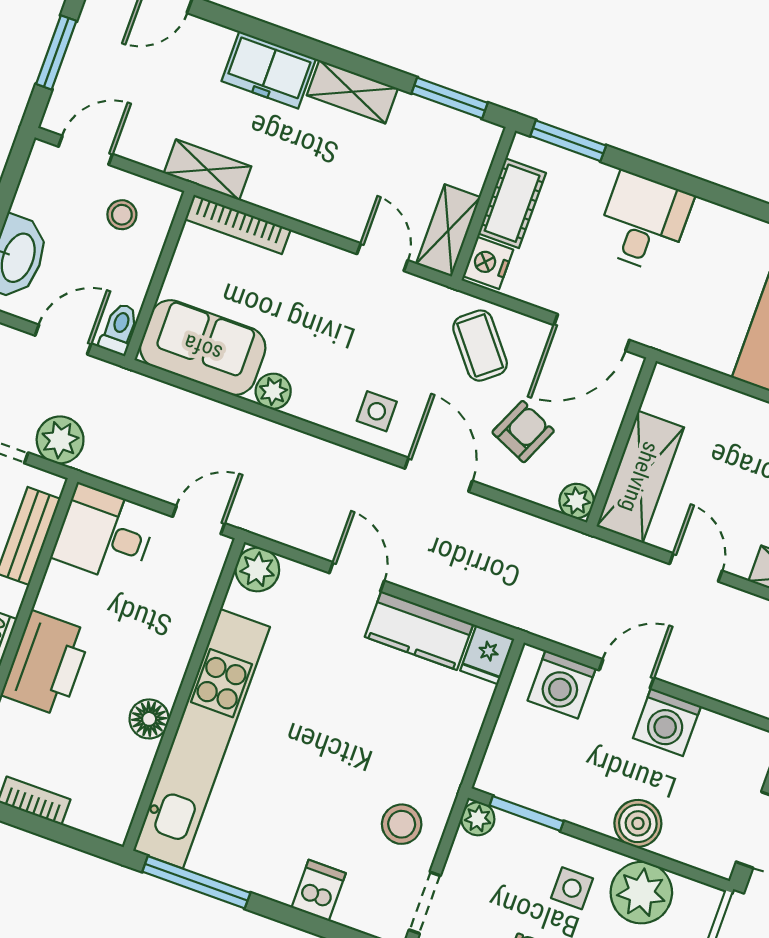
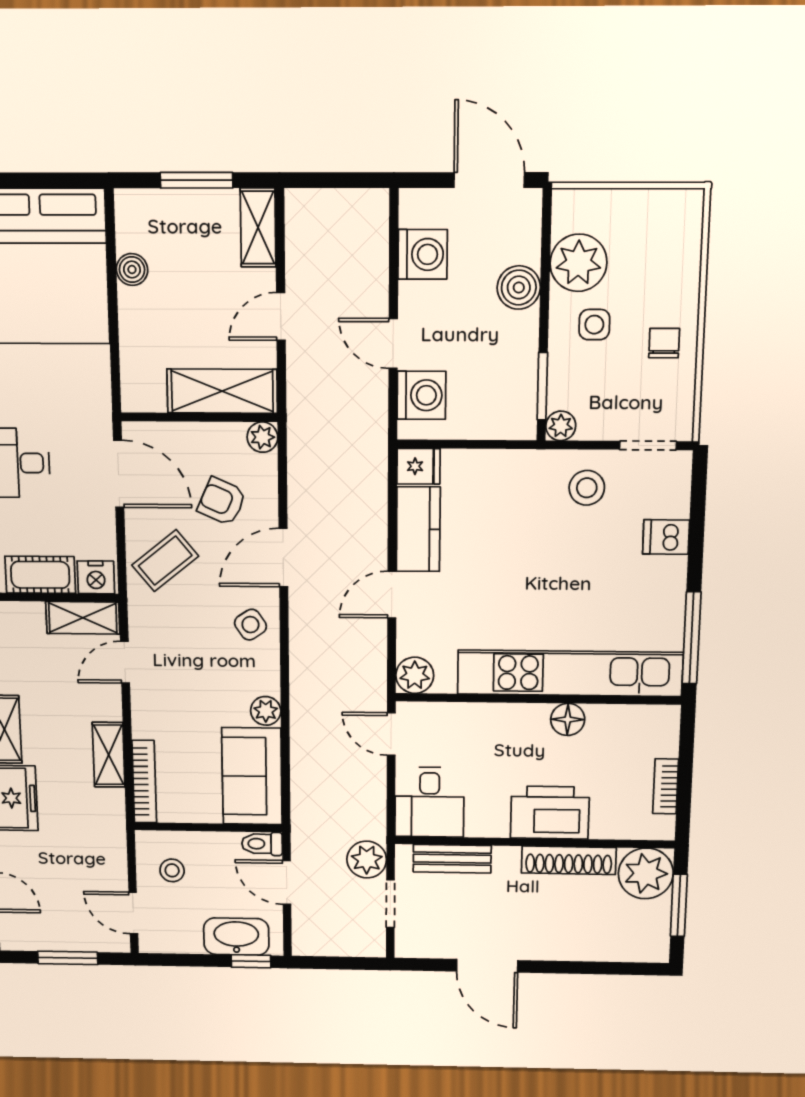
shelving: (208, 170) -> (109, 755), moved
side table: (377, 411) -> (250, 625), turned -34
washing machine: (667, 722) -> (423, 254), moved

